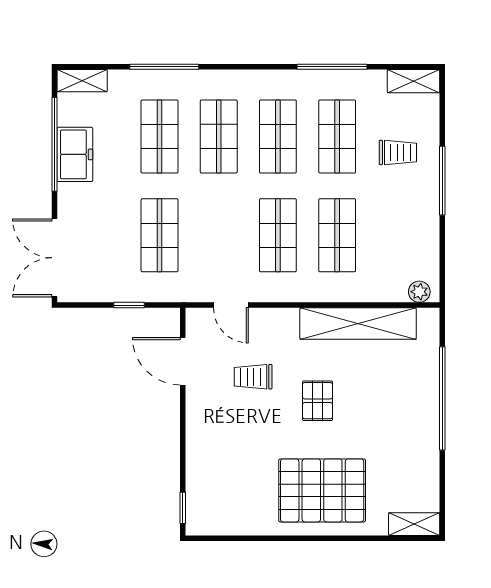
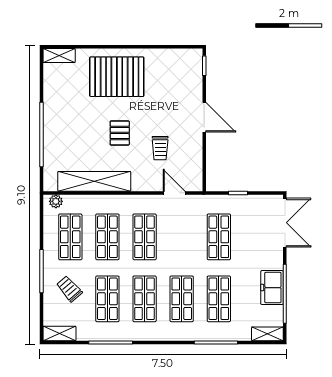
trolley: (398, 153) -> (69, 289), turned 49
shop shelf: (396, 235) -> (70, 237), added
door: (183, 361) -> (204, 117), moved
trolley: (253, 377) -> (160, 148), turned 90

